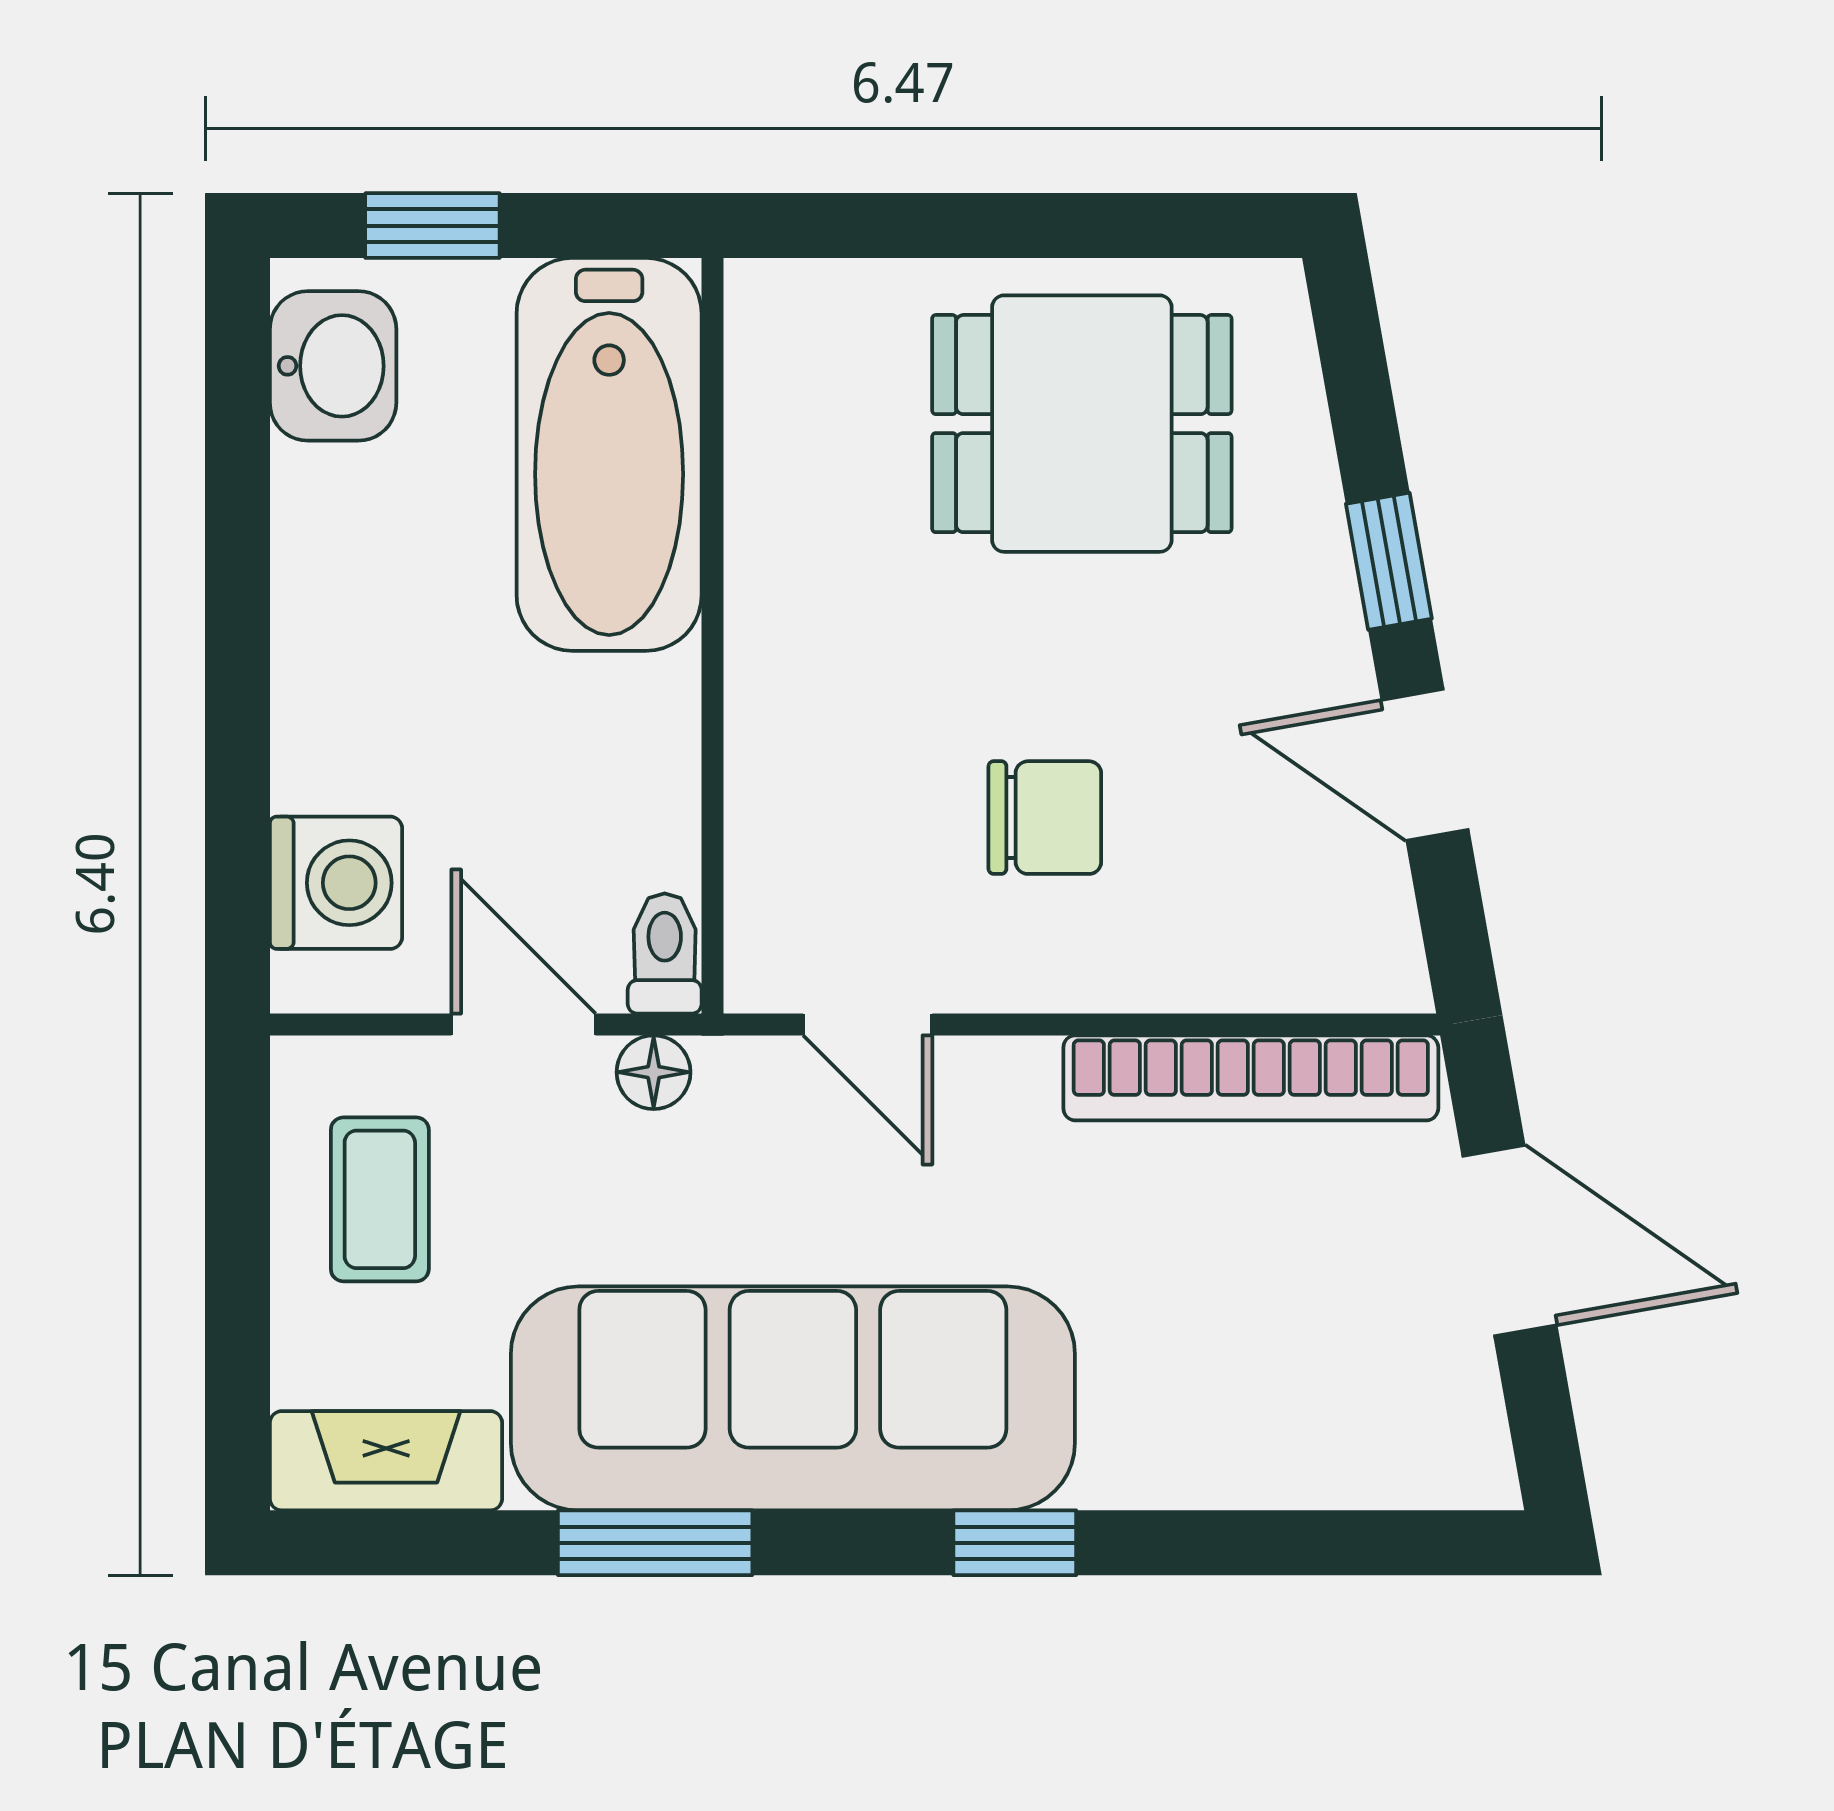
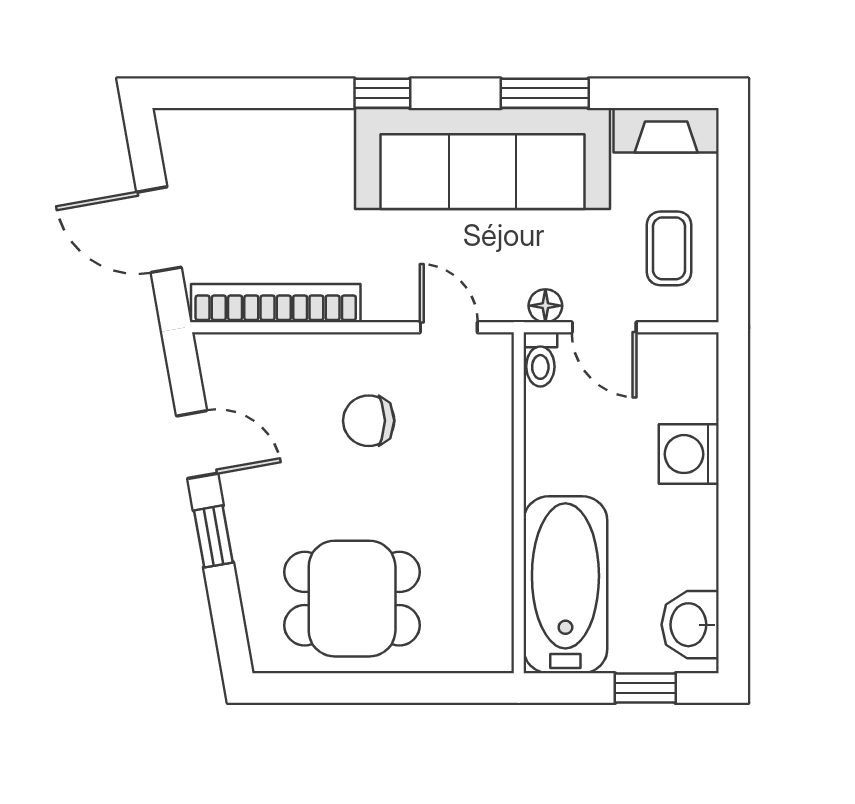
washing machine: (336, 883) -> (689, 454), moved

